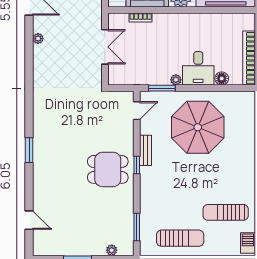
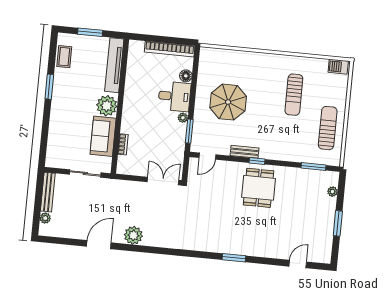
plant: (38, 39) -> (133, 235), width x1.88, depth x1.88
double door: (105, 47) -> (163, 181), moved
door: (137, 111) -> (207, 156), swing flipped
parasol: (198, 127) -> (228, 102), width x0.73, depth x0.73
sun lounger: (226, 212) -> (294, 95), moved

